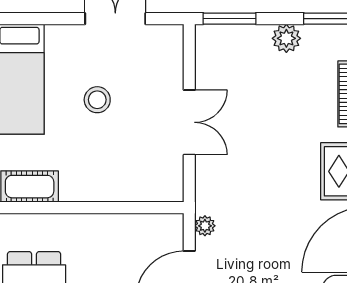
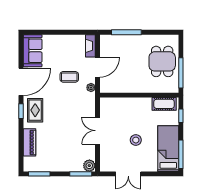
plant: (286, 38) -> (89, 166), moved
coffee table: (257, 251) -> (69, 77), added

